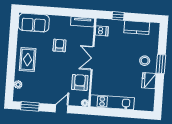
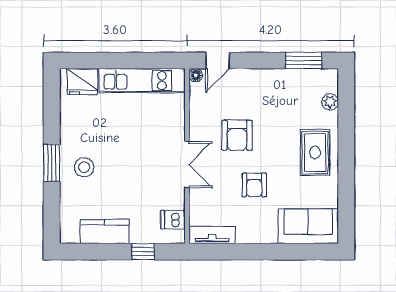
fridge: (149, 81) -> (82, 82), moved, turned 90
armchair: (80, 82) -> (237, 135), moved
door: (62, 109) -> (218, 61), moved

